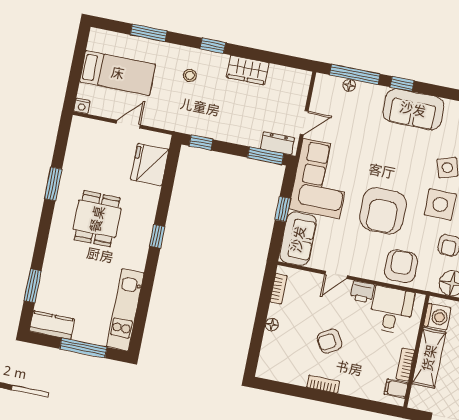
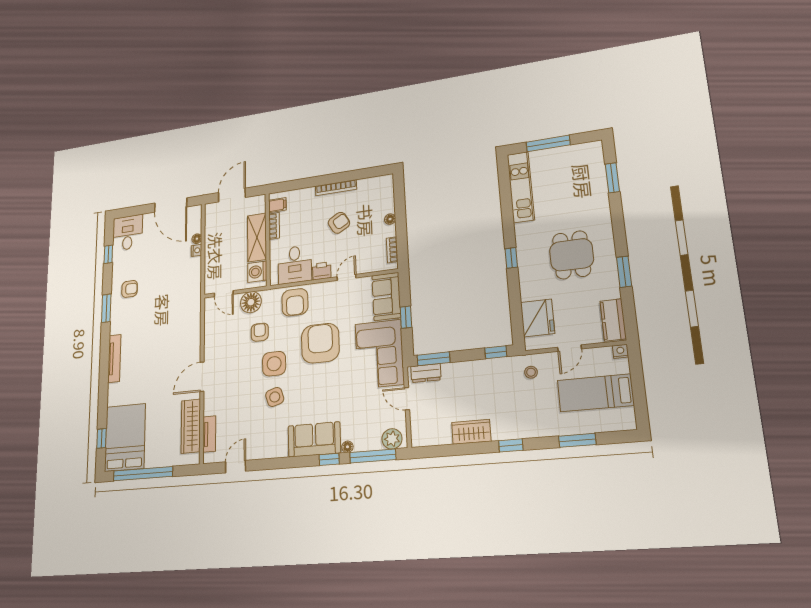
stool: (190, 75) -> (531, 372), moved
floor lamp: (349, 85) -> (347, 447), moved
plant: (330, 86) -> (392, 439), added
door: (304, 123) -> (407, 399), hinge flipped
kitchen counter: (52, 325) -> (613, 320), moved, turned 90
bookcase: (323, 384) -> (336, 188), width x1.56

